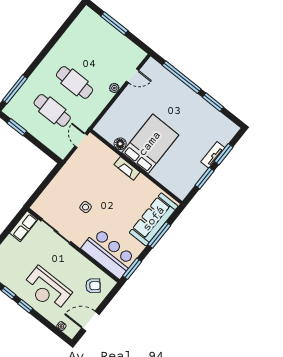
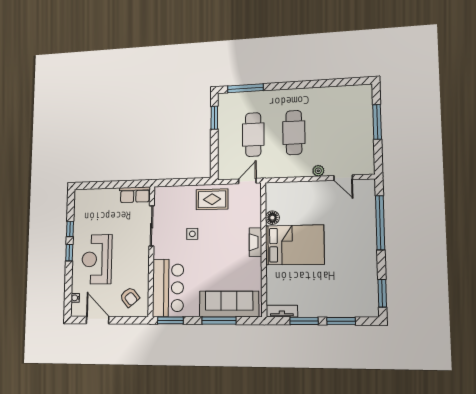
window: (213, 102) -> (382, 293), moved
tv unit: (213, 155) -> (282, 311), moved
rug: (73, 174) -> (212, 199), added

